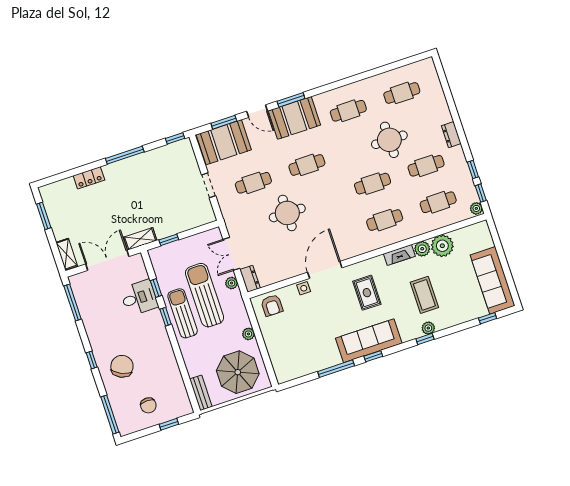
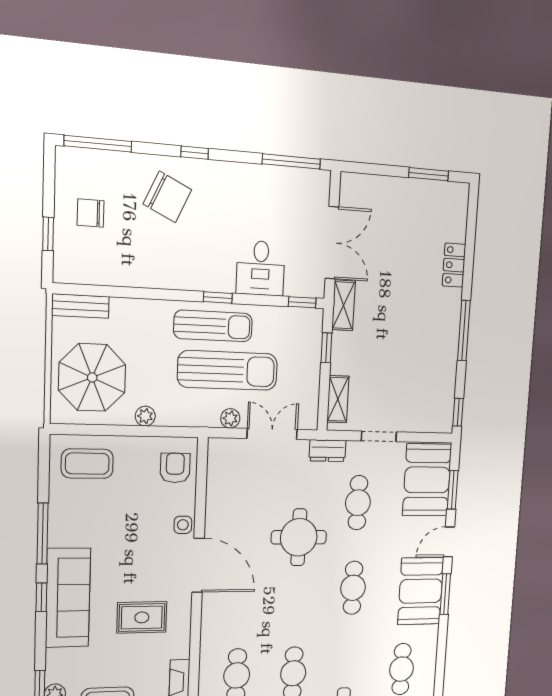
shelving: (67, 254) -> (338, 399), moved, turned 90
dresser: (250, 279) -> (328, 451), moved
window: (156, 288) -> (302, 302), moved
armchair: (272, 305) -> (175, 468), turned 90
coffee table: (287, 357) -> (87, 464), added

